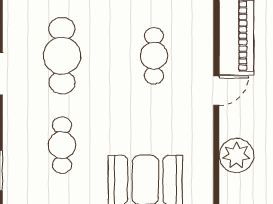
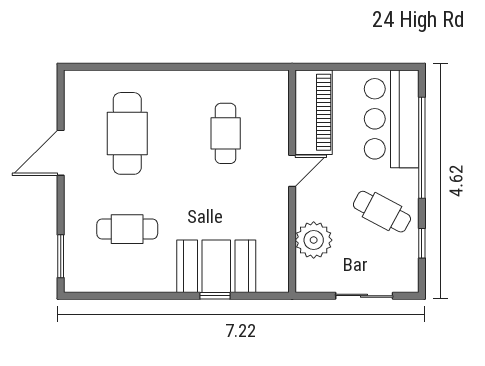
cafe table: (62, 145) -> (127, 229), turned 90

